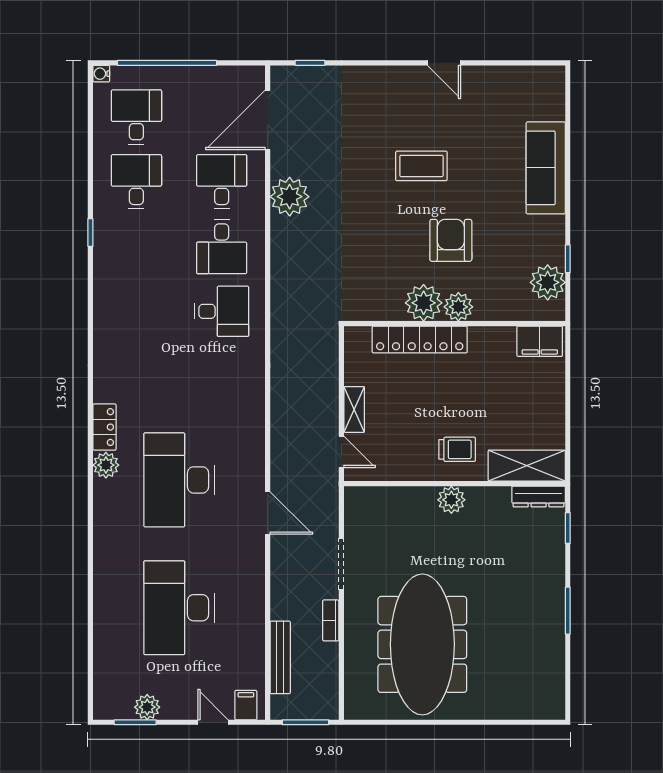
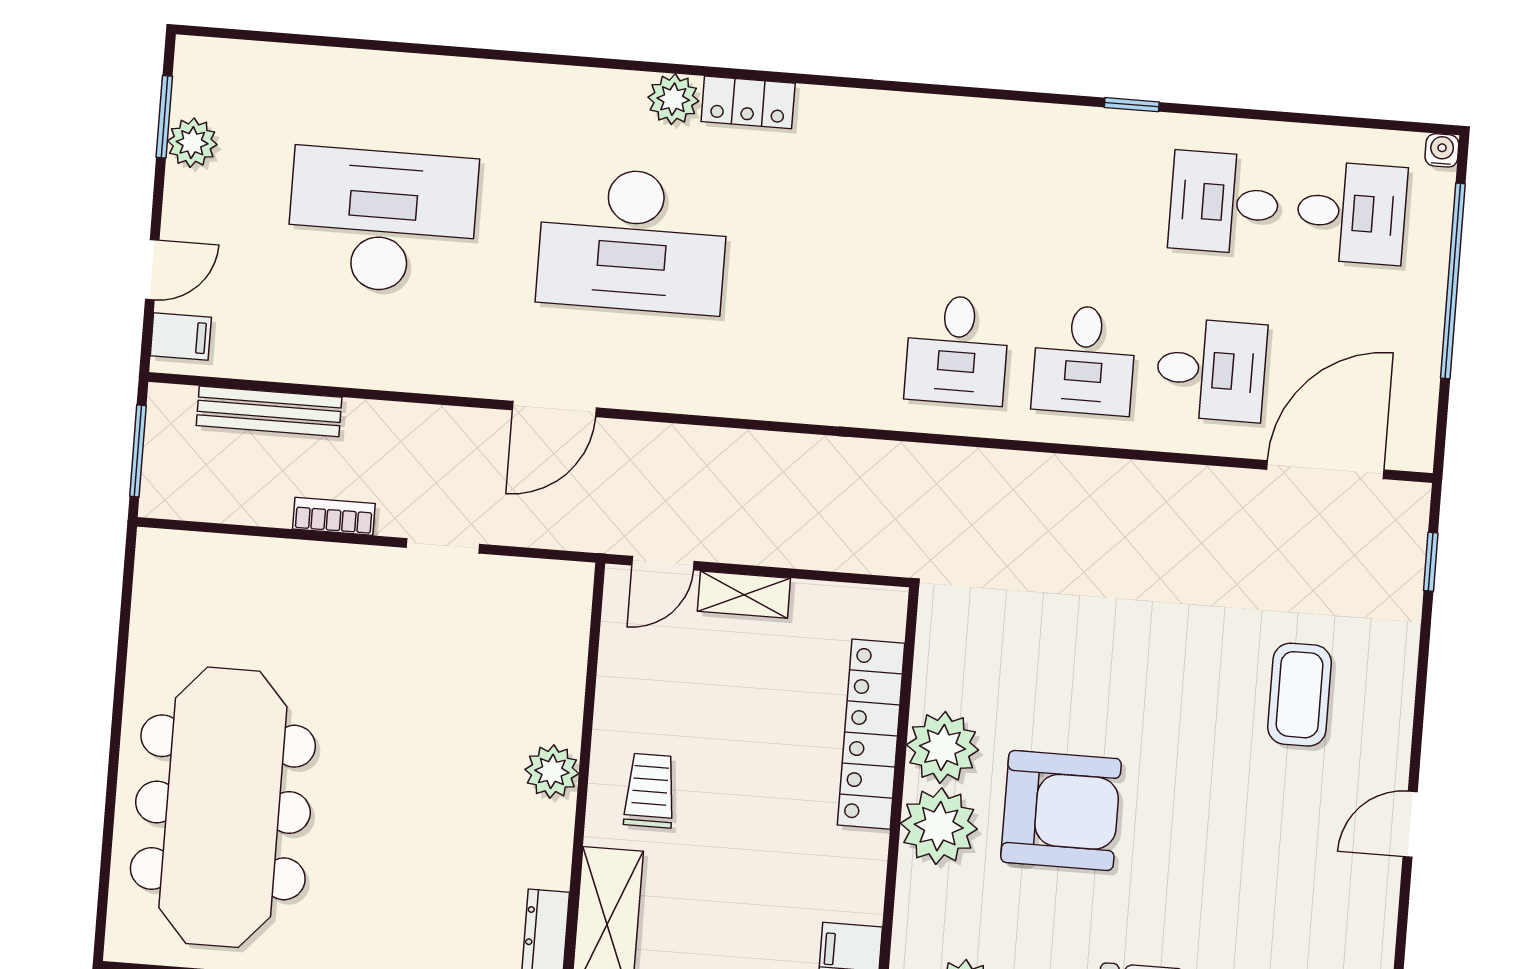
door: (268, 120) -> (1325, 470), hinge flipped
coffee table: (421, 166) -> (1299, 695), moved
desk: (136, 182) -> (1224, 203), turned 180
plant: (290, 197) -> (1172, 501), removed
armchair: (451, 240) -> (1061, 810), width x1.36, depth x1.36
desk: (222, 247) -> (1084, 360), turned -90
plant: (458, 307) -> (939, 826), width x1.36, depth x1.36
trolley: (457, 449) -> (650, 791), turned 180
desk: (179, 480) -> (633, 240), turned 180
doorway: (341, 564) -> (443, 546), width x0.73
meeting table: (422, 644) -> (223, 807), moved, turned 90

